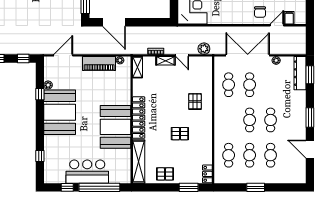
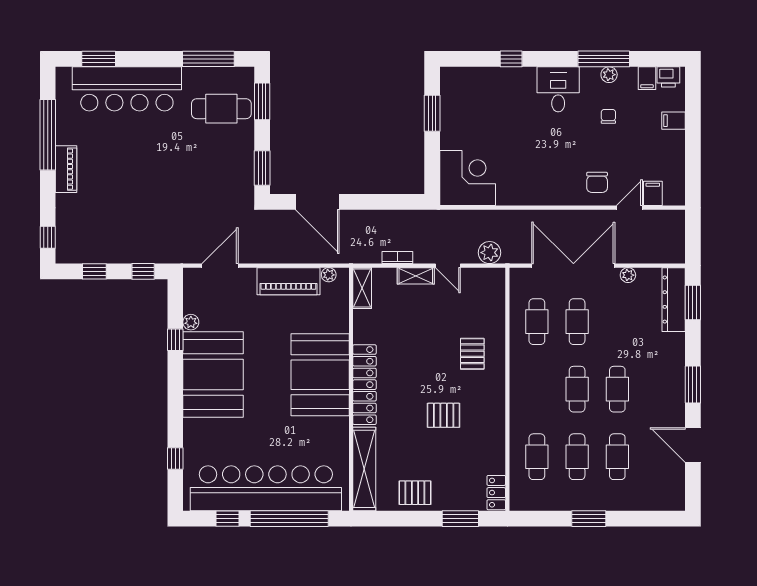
booth: (116, 127) -> (320, 375), moved
bar counter: (87, 172) -> (266, 488), width x1.86

